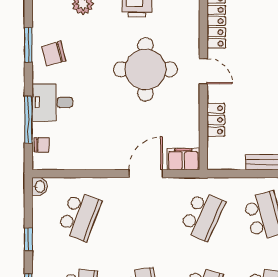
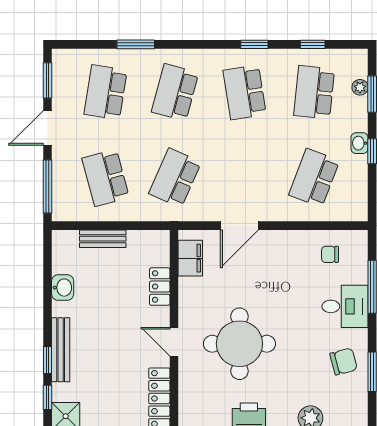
chair: (42, 145) -> (330, 254), moved
filing cabinet: (183, 159) -> (190, 258), moved, turned -90
washbasin: (40, 187) -> (359, 143), moved

